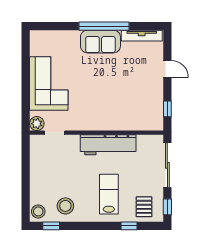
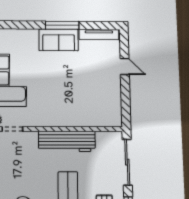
window: (104, 26) -> (62, 25), width x0.68
window: (167, 109) -> (126, 105), removed

